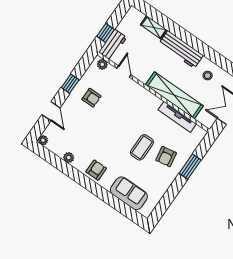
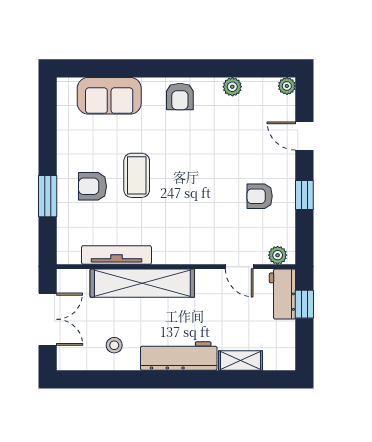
armchair: (166, 157) -> (92, 186), turned -80

